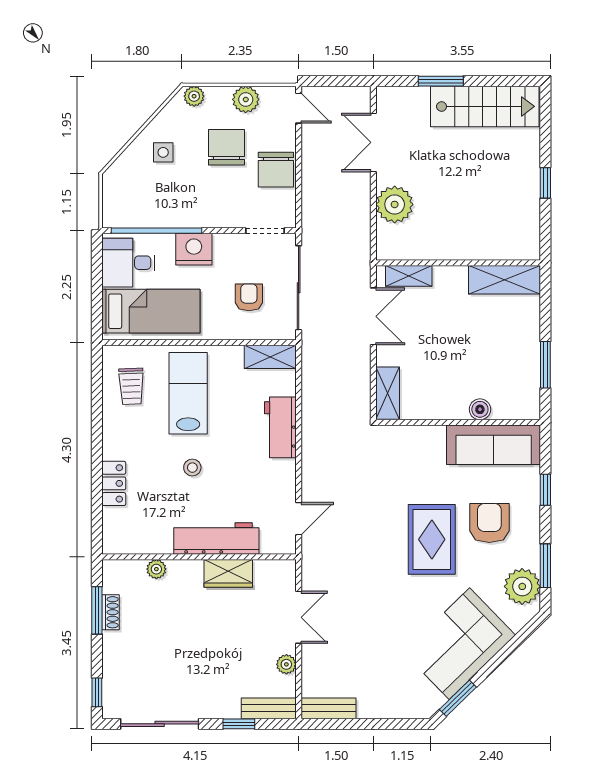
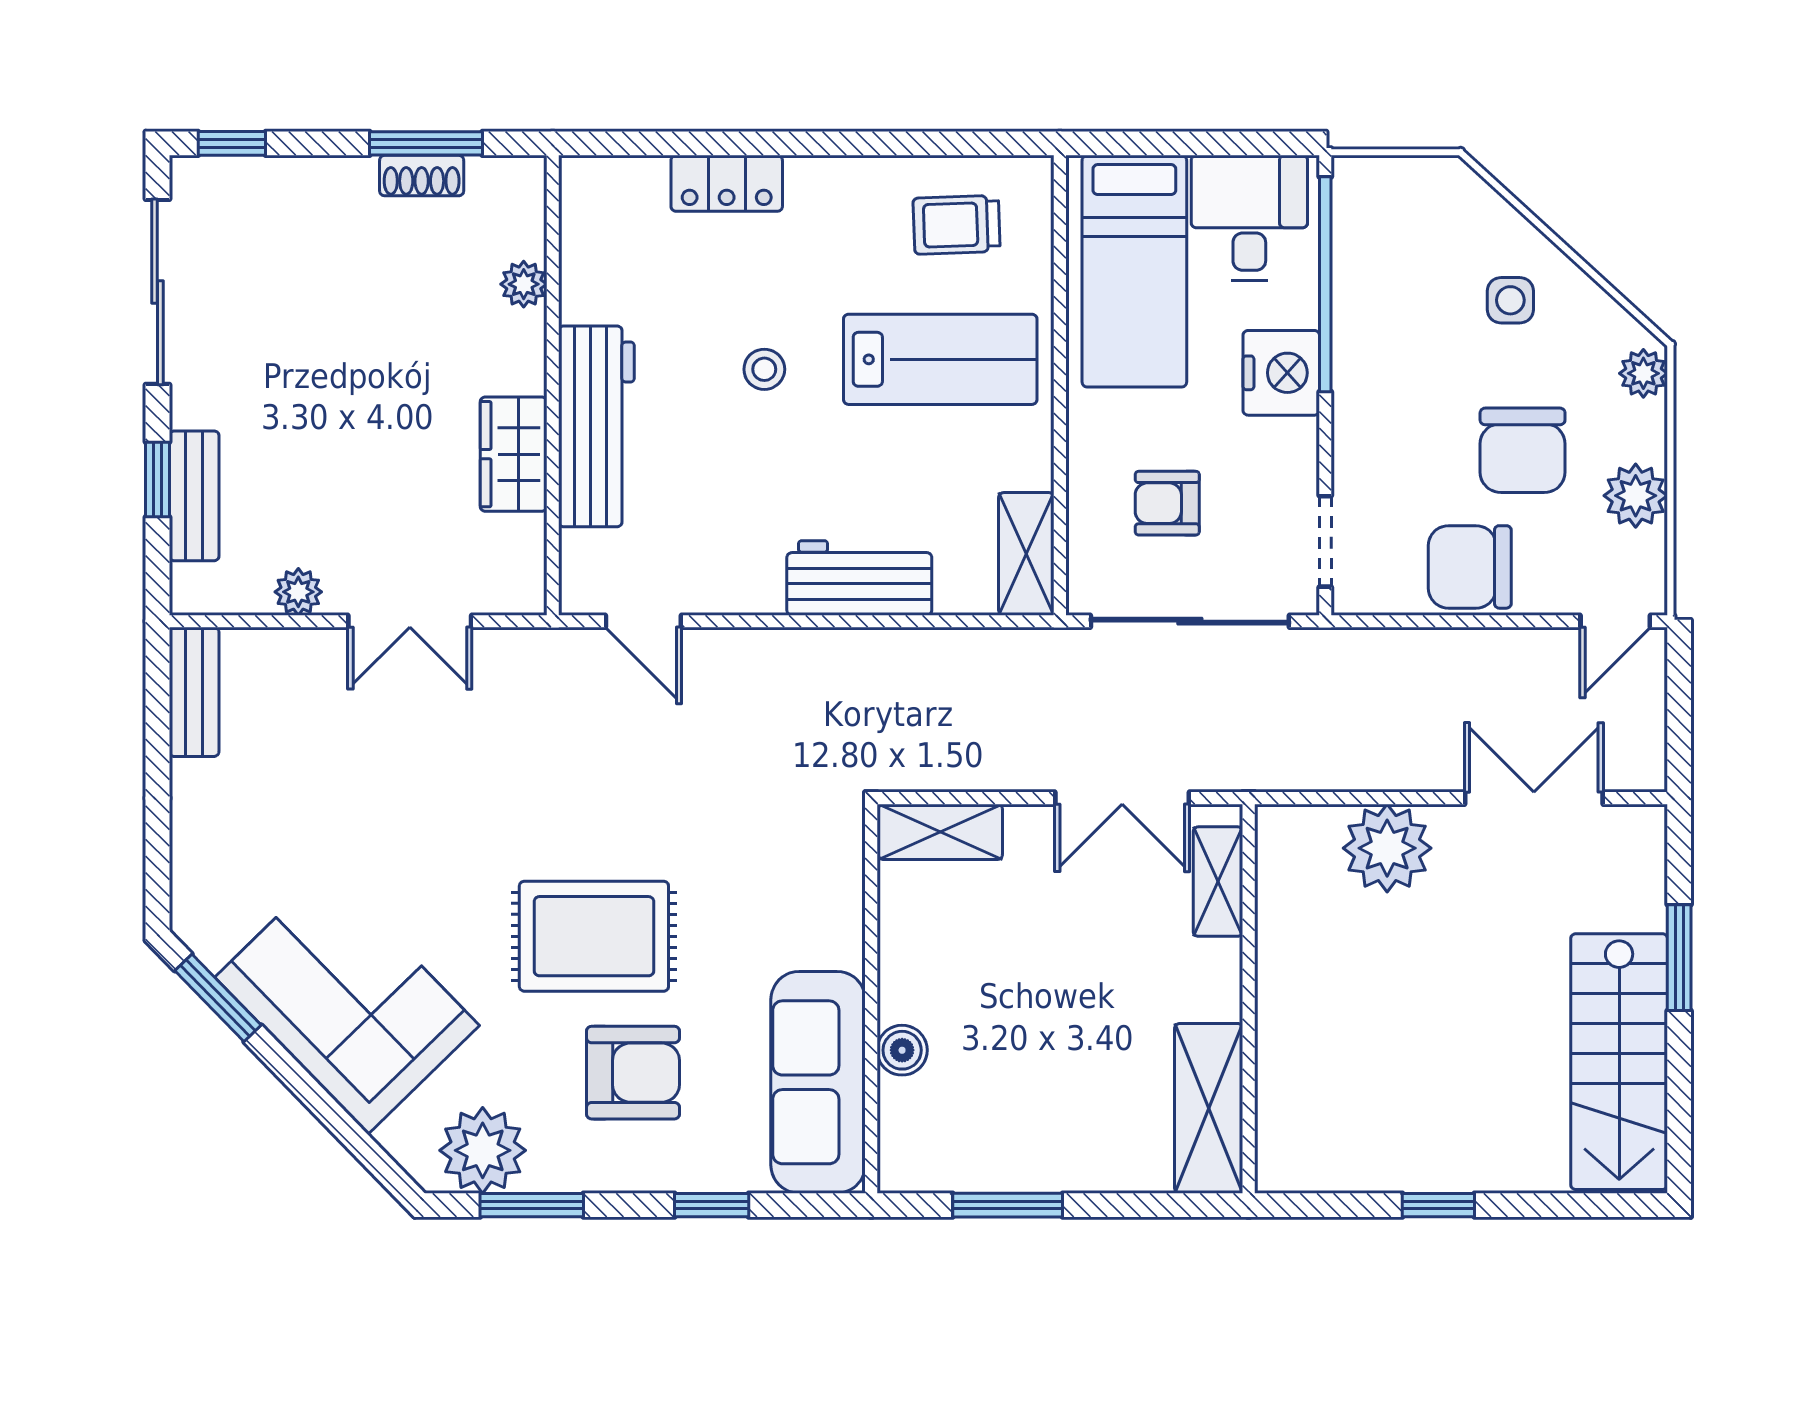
chair: (227, 147) -> (1523, 450), turned 90
armchair: (249, 297) -> (1167, 503), turned 180
bench: (269, 708) -> (194, 496), moved

